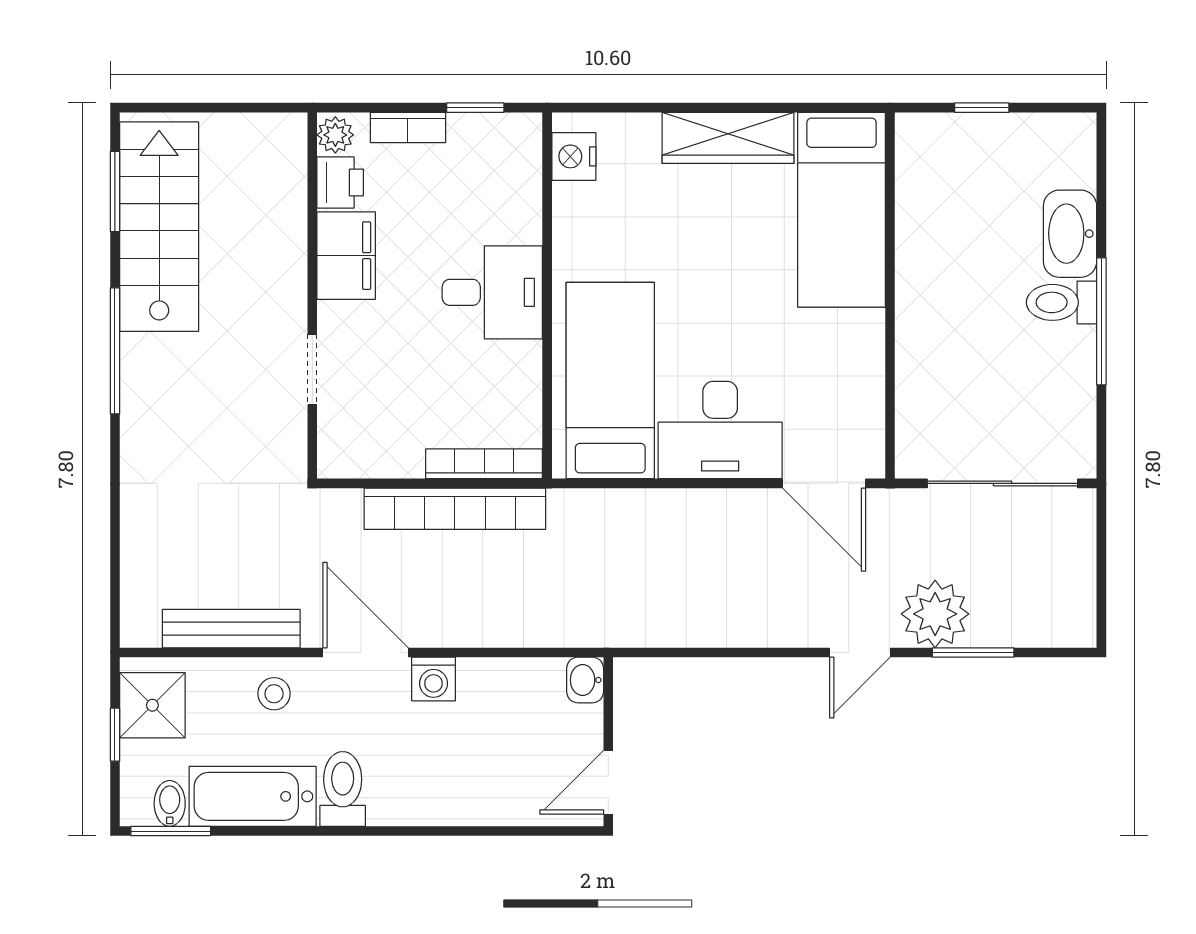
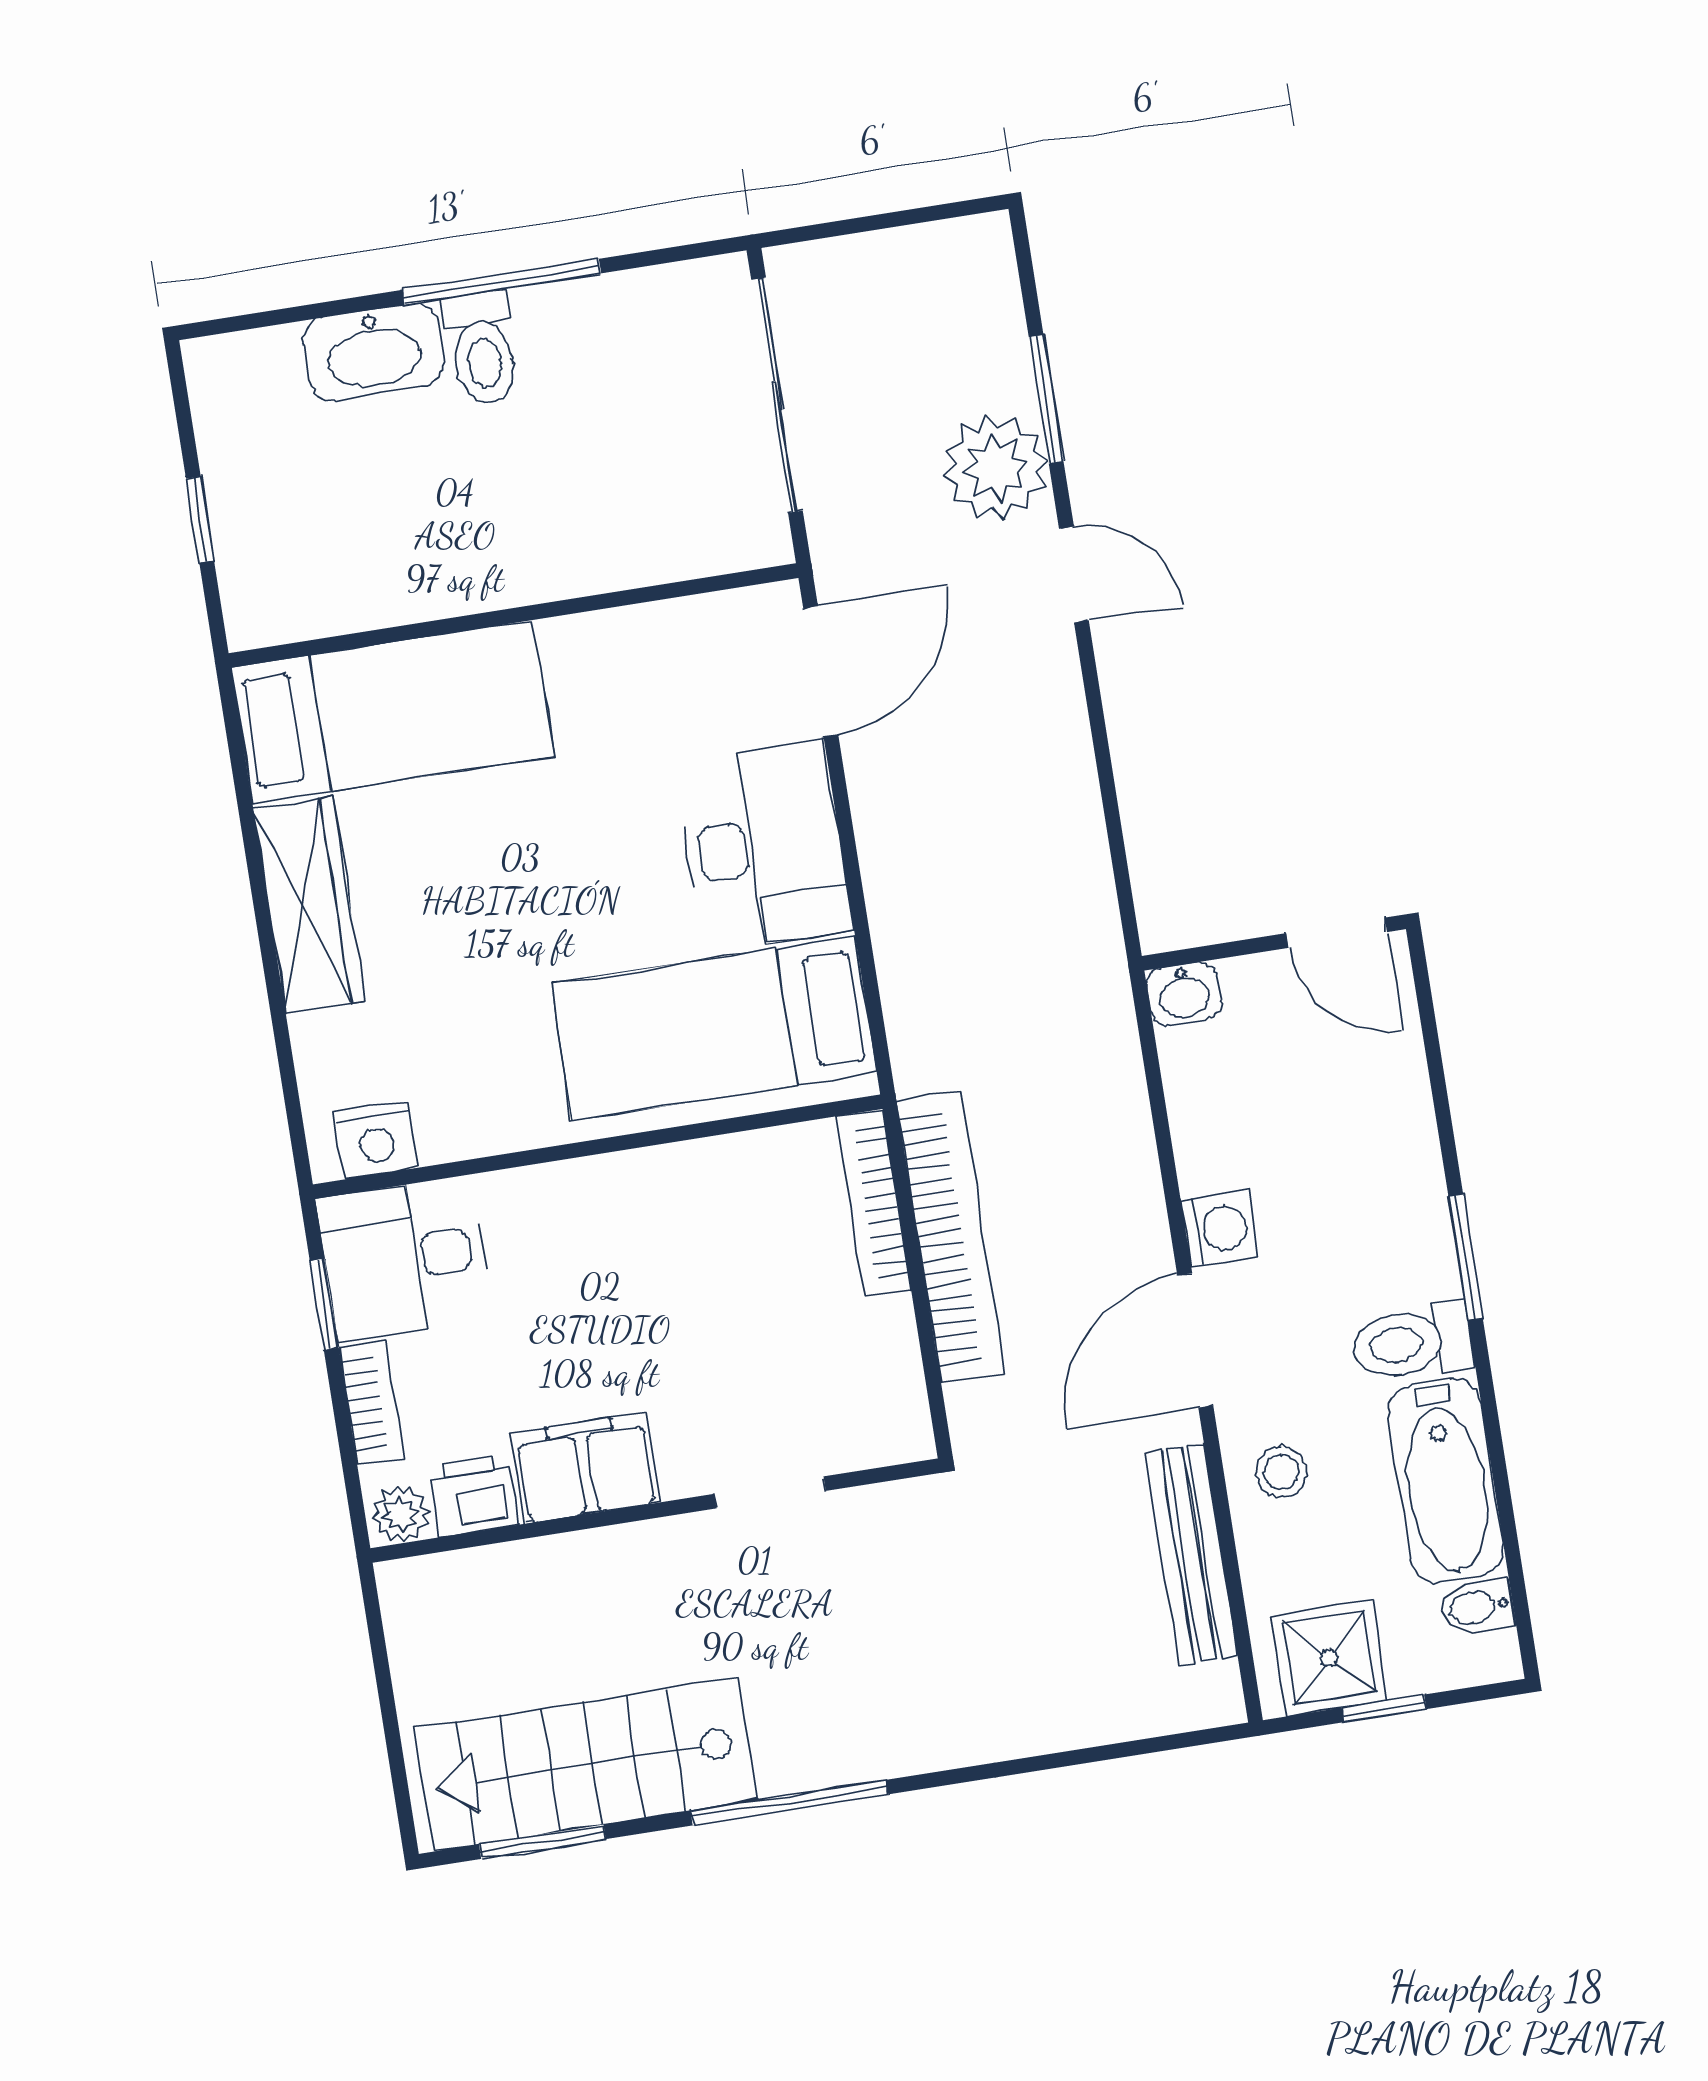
desk: (492, 292) -> (404, 1259), moved, turned -90
window: (171, 831) -> (1466, 1258), moved

